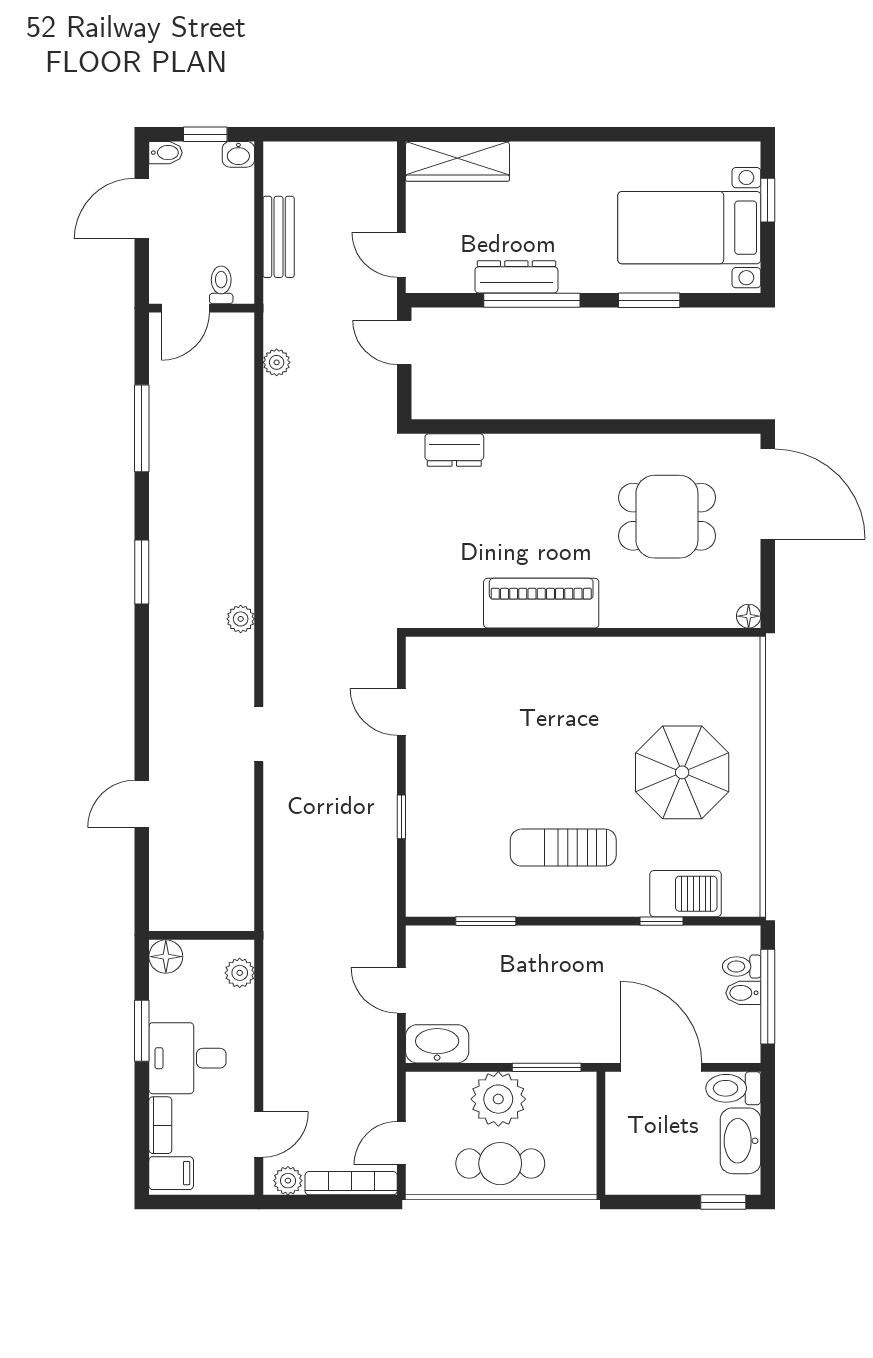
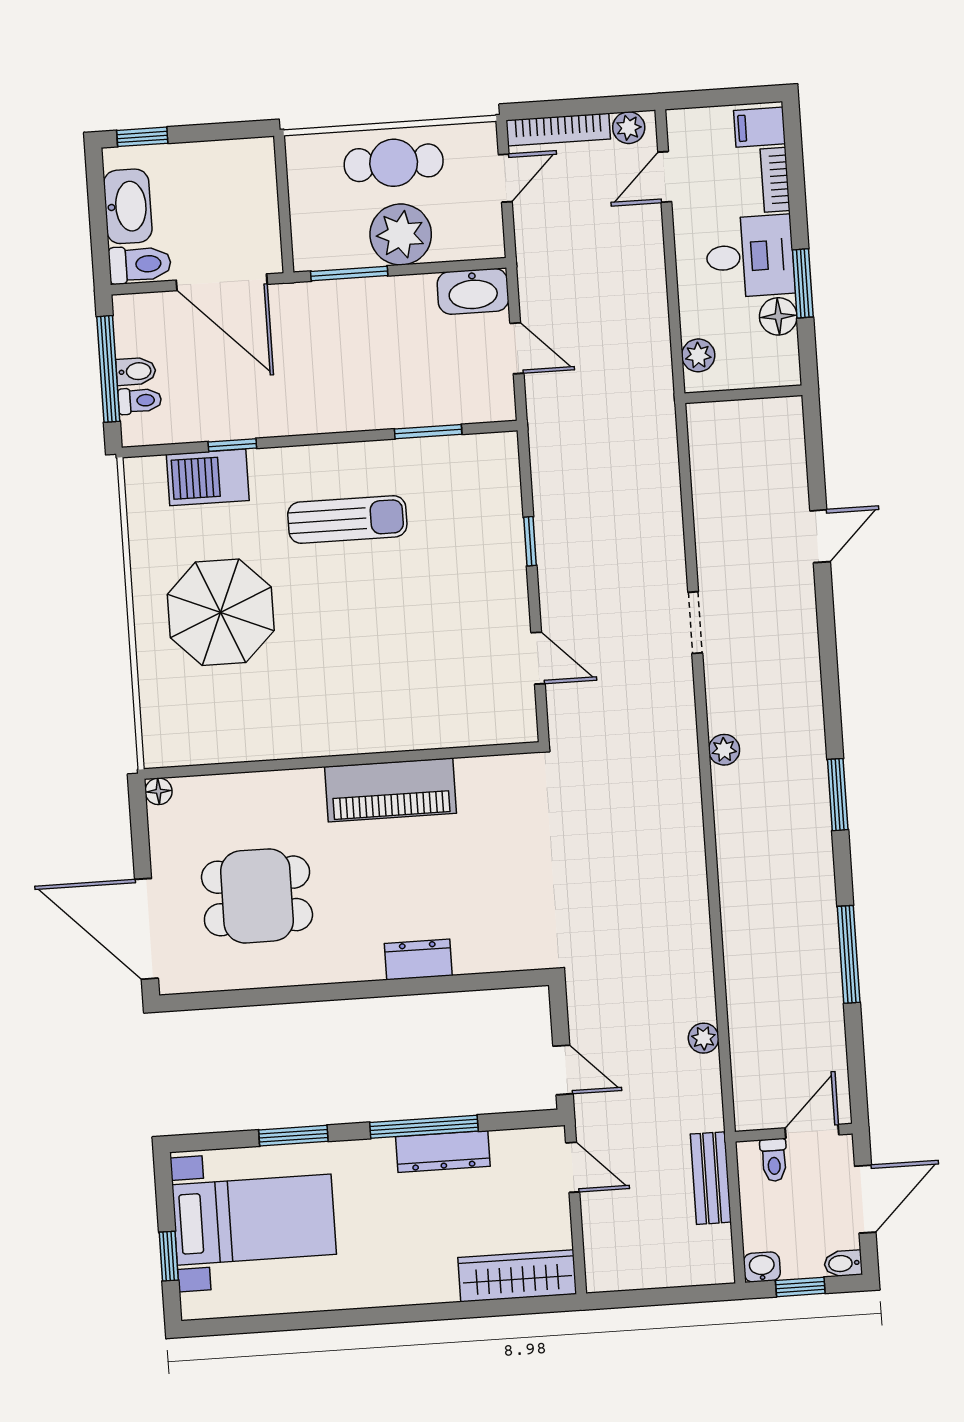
toilet: (221, 285) -> (774, 1160), moved
door: (185, 308) -> (812, 1131), moved
wall: (202, 308) -> (794, 1133), moved
dresser: (454, 450) -> (418, 960), moved
floor lamp: (166, 957) -> (778, 316), moved

